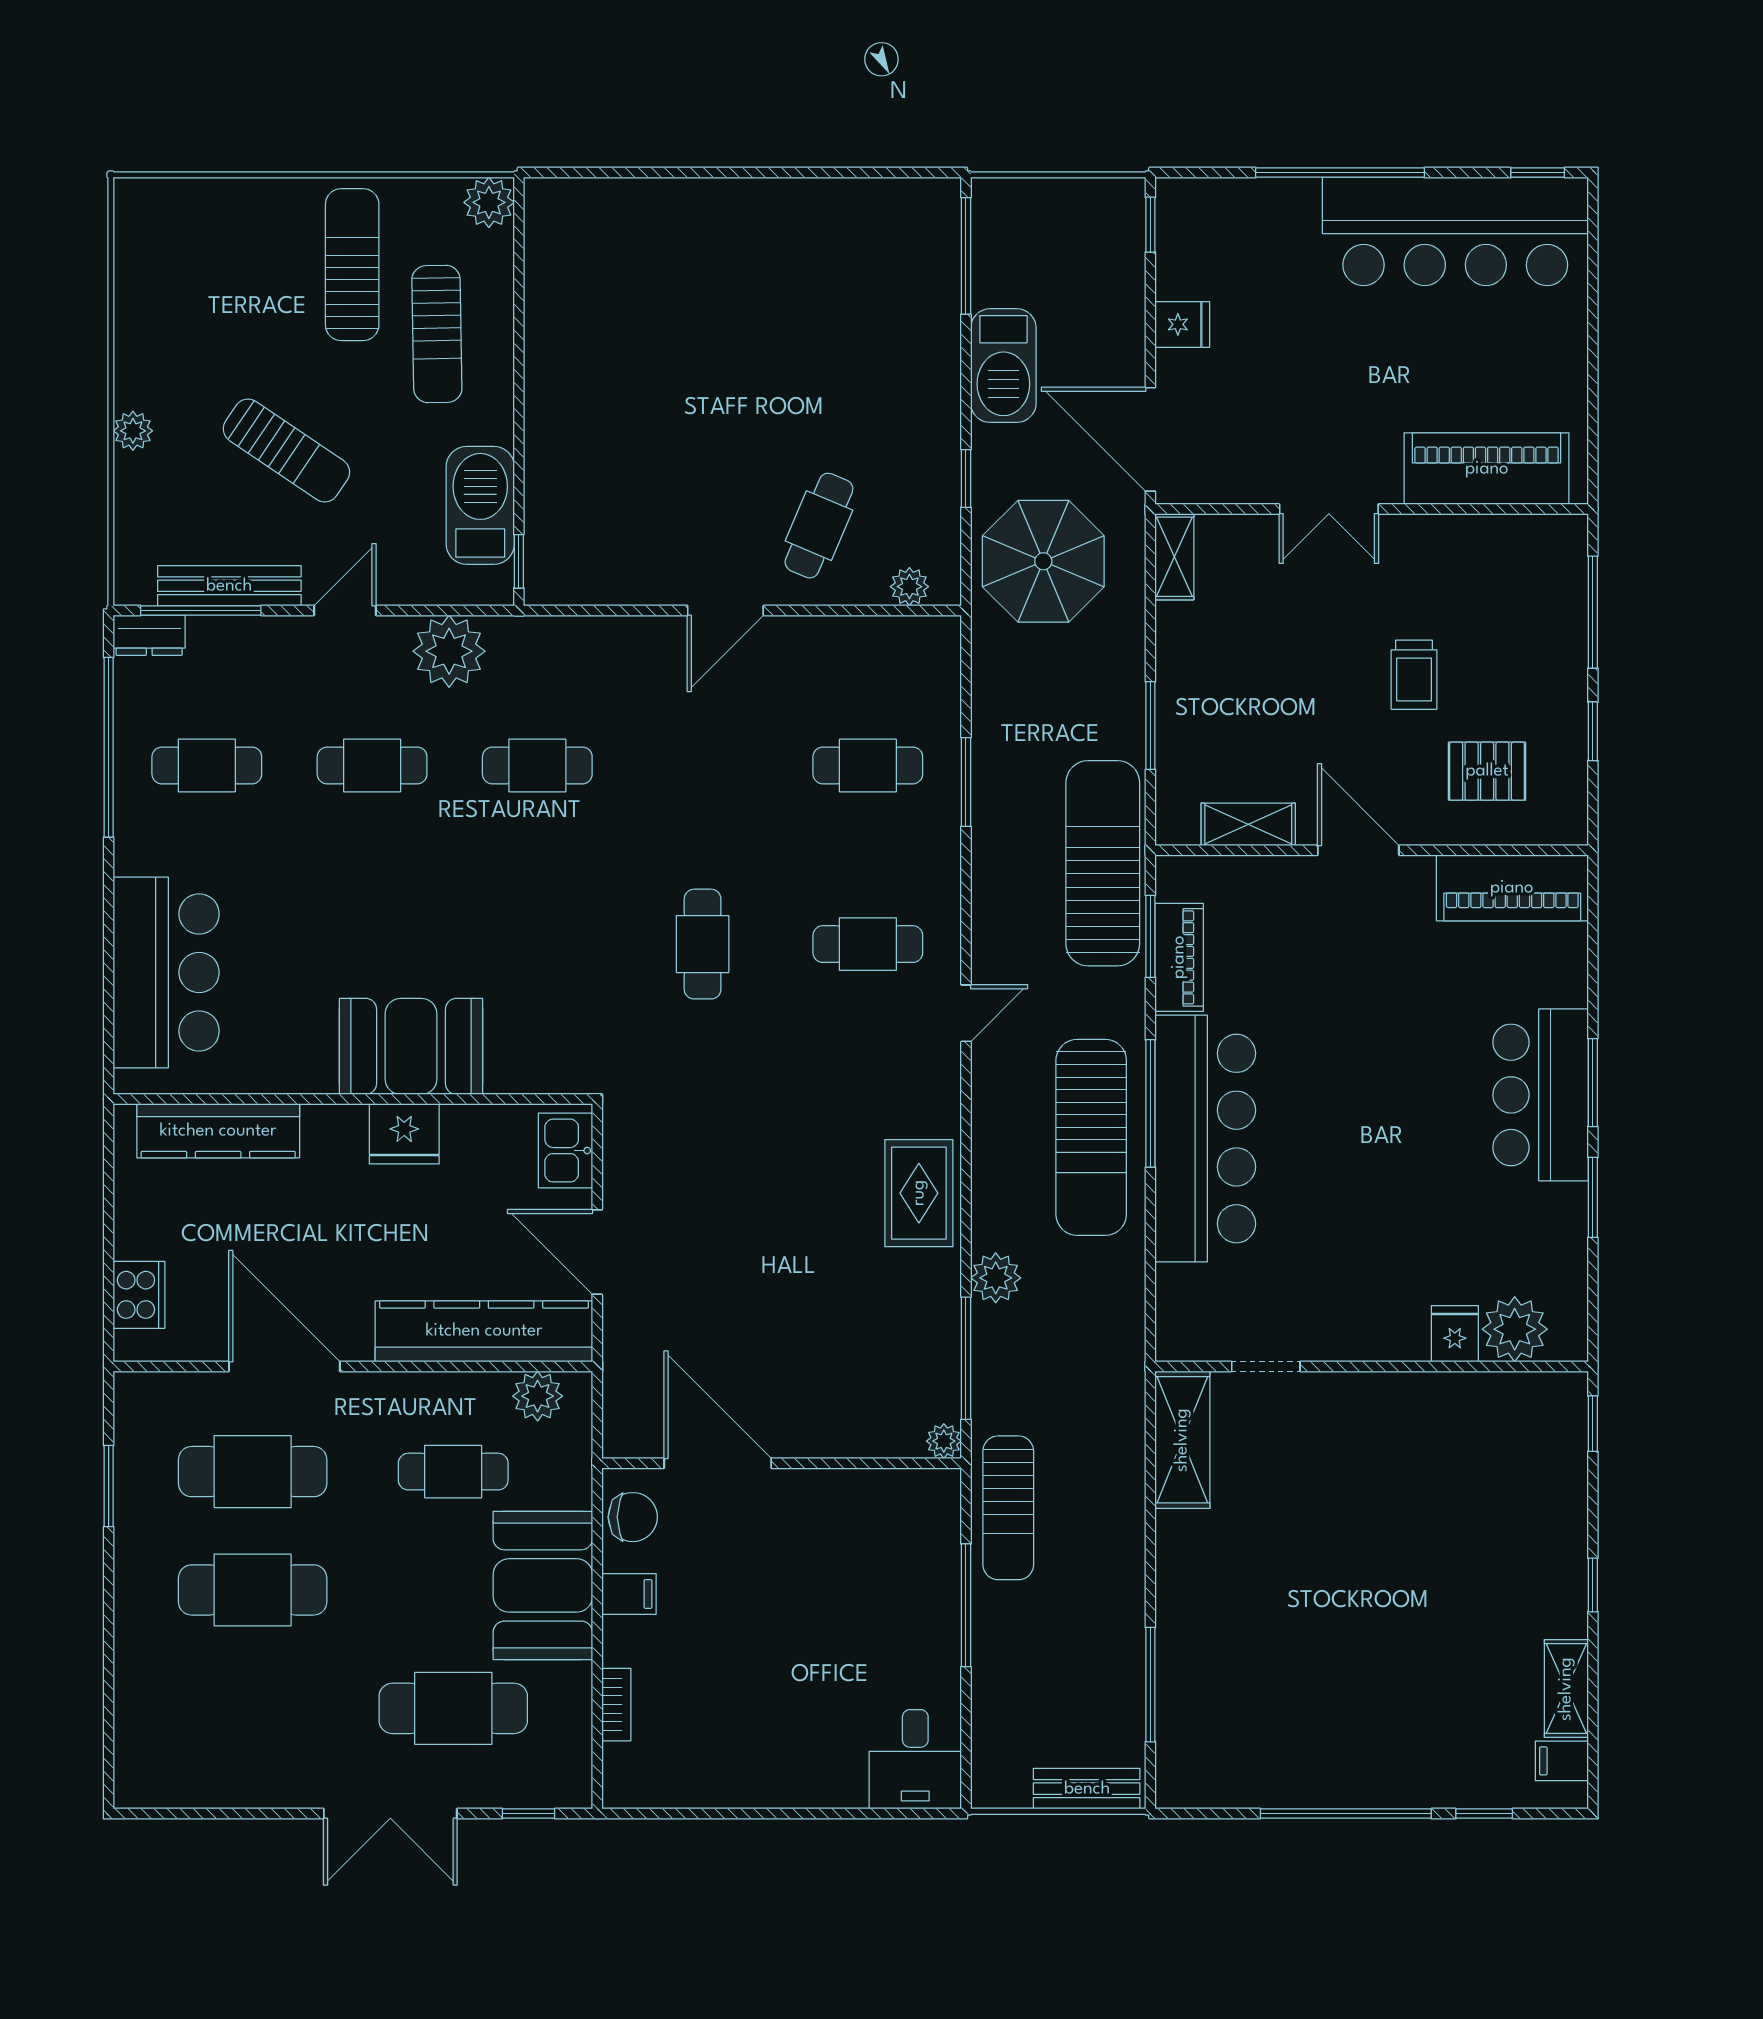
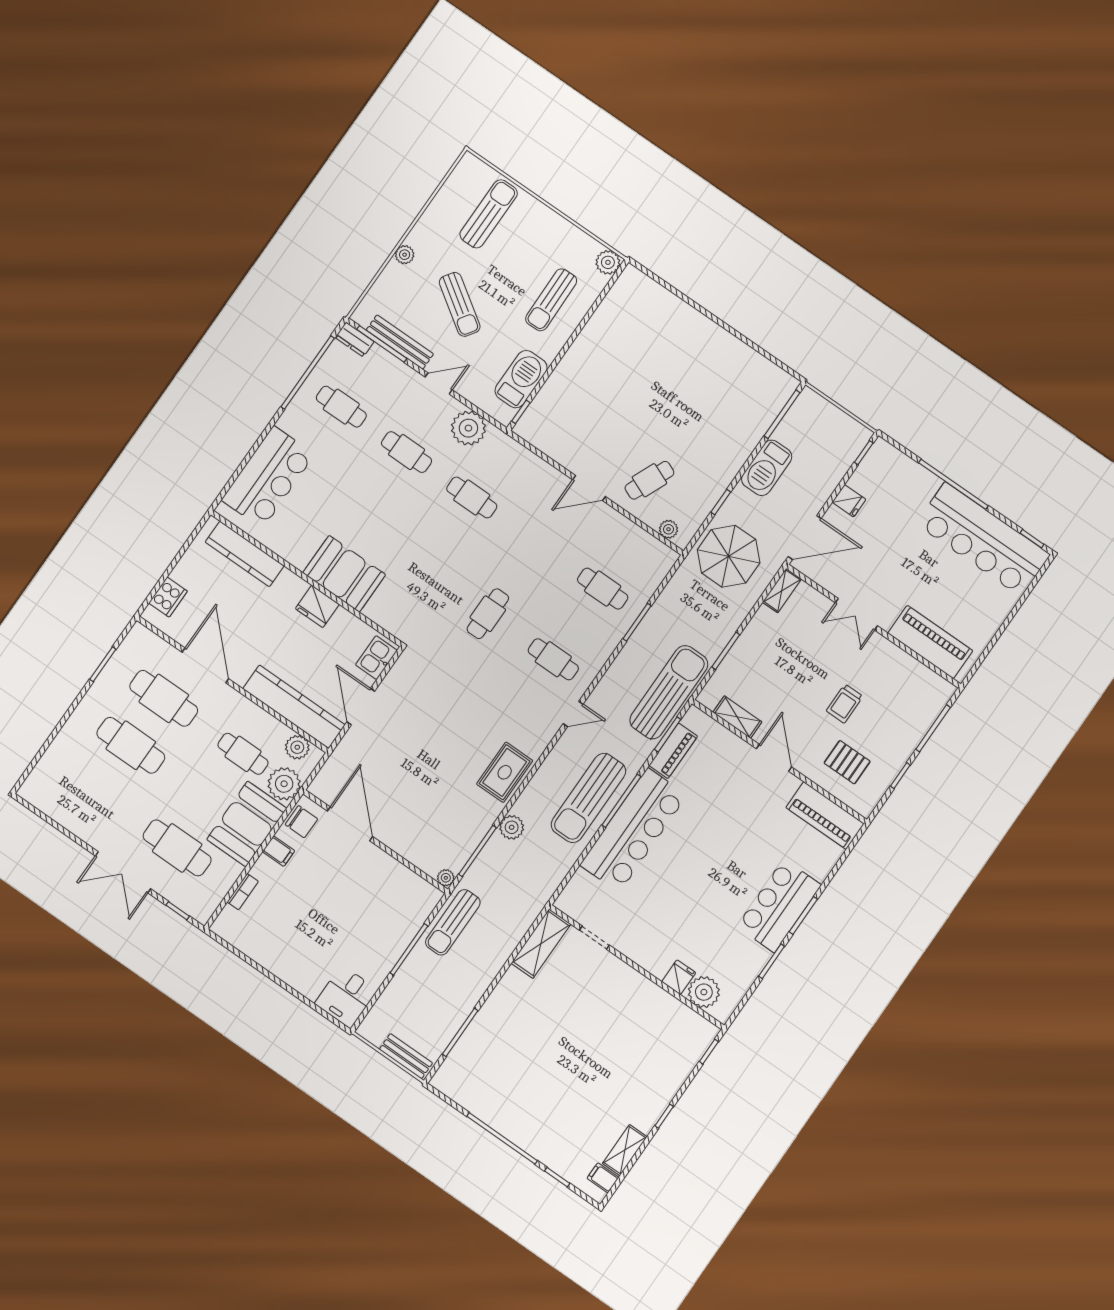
sun lounger: (352, 265) -> (489, 214), moved
door: (1150, 439) -> (805, 538), swing flipped
plant: (559, 1474) -> (284, 784), added

